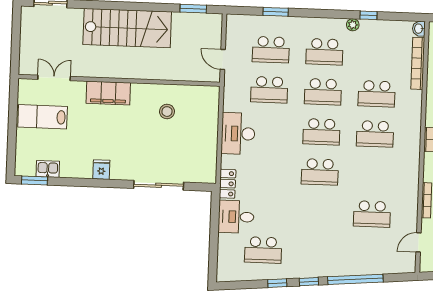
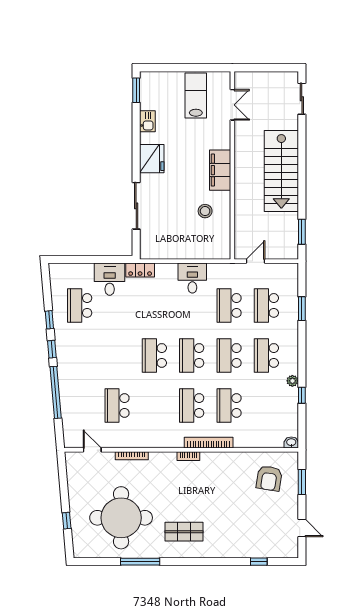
bookcase: (418, 63) -> (209, 443), moved
filing cabinet: (108, 93) -> (220, 170), moved
desk: (238, 134) -> (192, 278), width x0.73
kitchen sink: (48, 169) -> (147, 121), moved
fridge: (101, 170) -> (152, 159), width x1.88, depth x1.34

